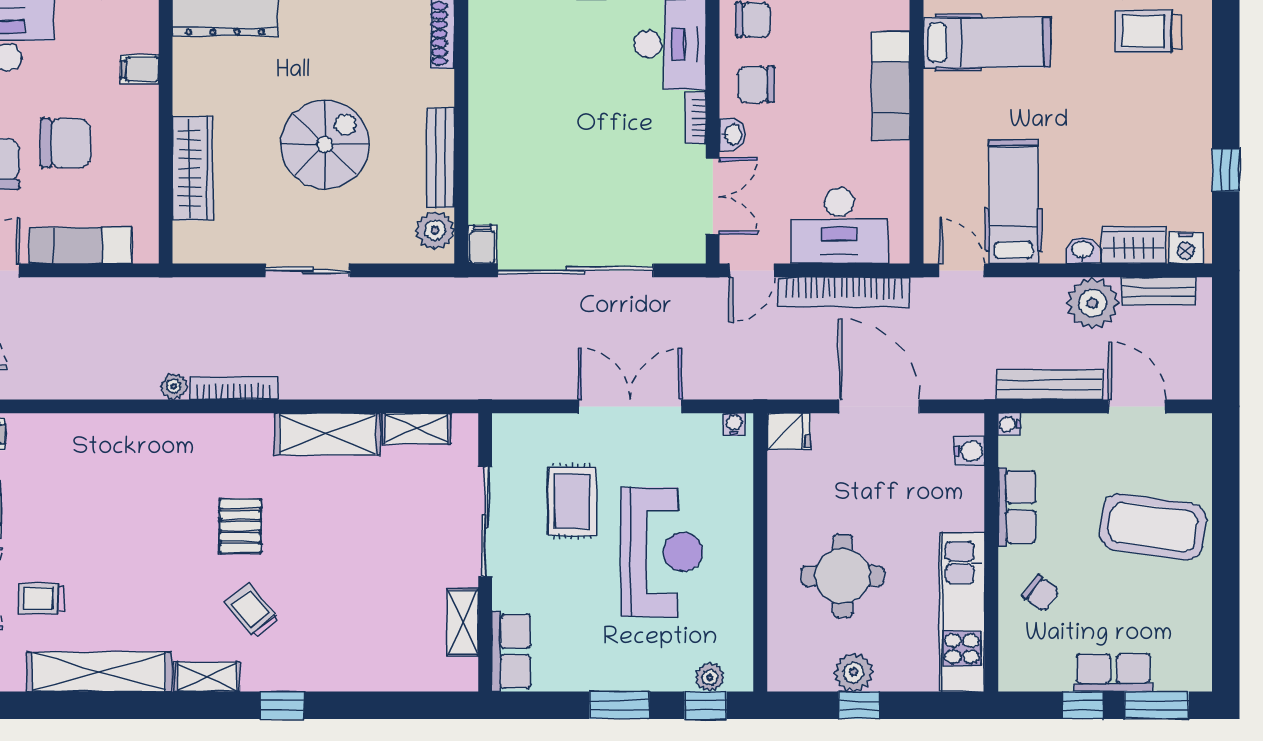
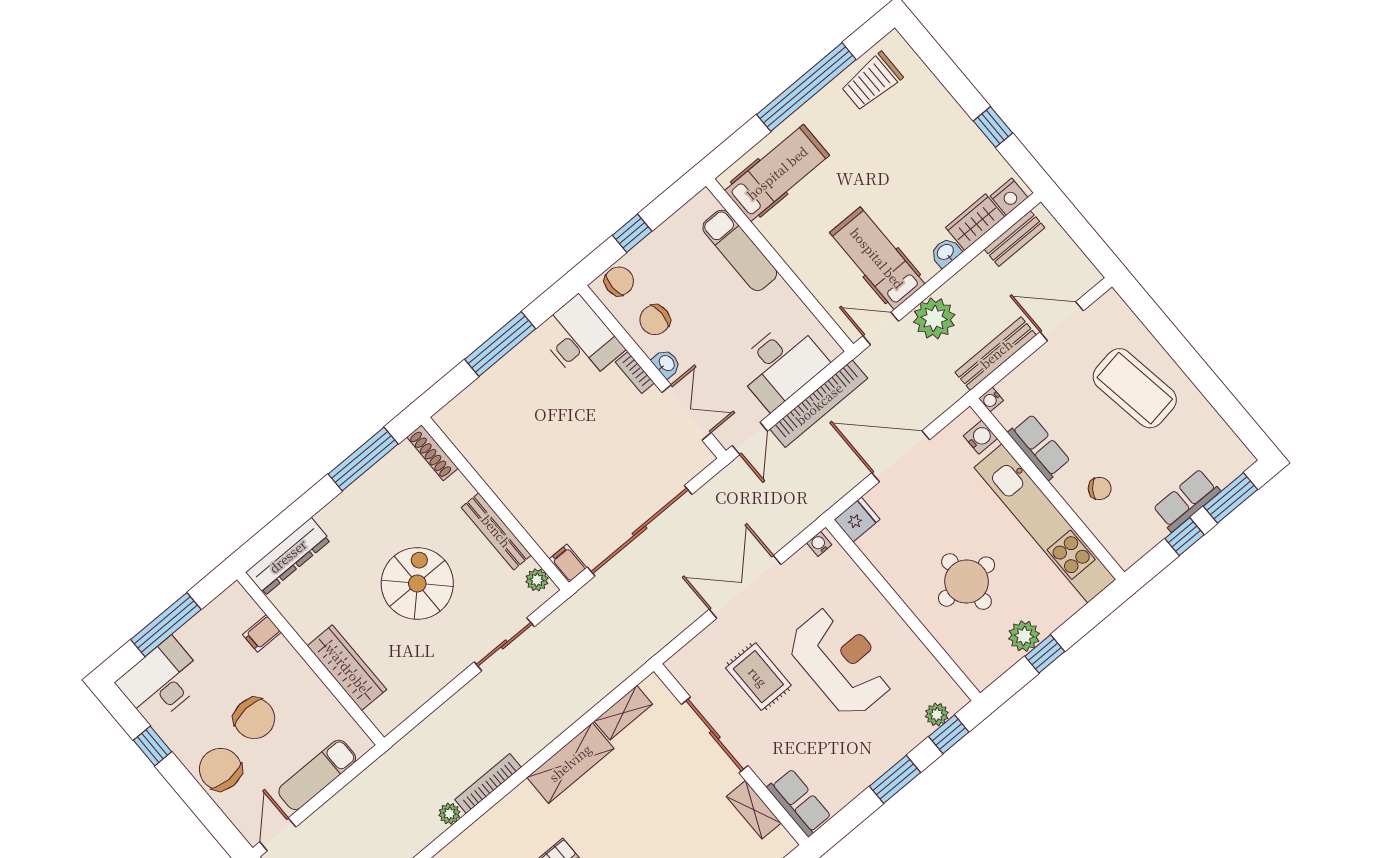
chair: (66, 143) -> (254, 718), turned 86
plant: (435, 230) -> (537, 580), width x0.73, depth x0.73
sliding door: (308, 270) -> (504, 644), moved
plant: (1092, 303) -> (934, 318), moved
coffee table: (1153, 527) -> (1135, 388), turned 73
kitchen unit: (962, 612) -> (1045, 523), width x1.36

